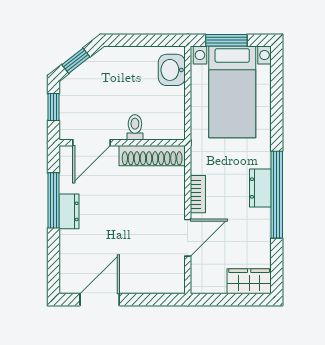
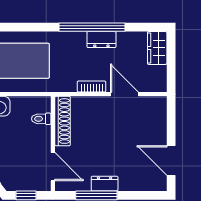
toilet: (135, 127) -> (41, 119), moved
dresser: (260, 188) -> (101, 40), moved

